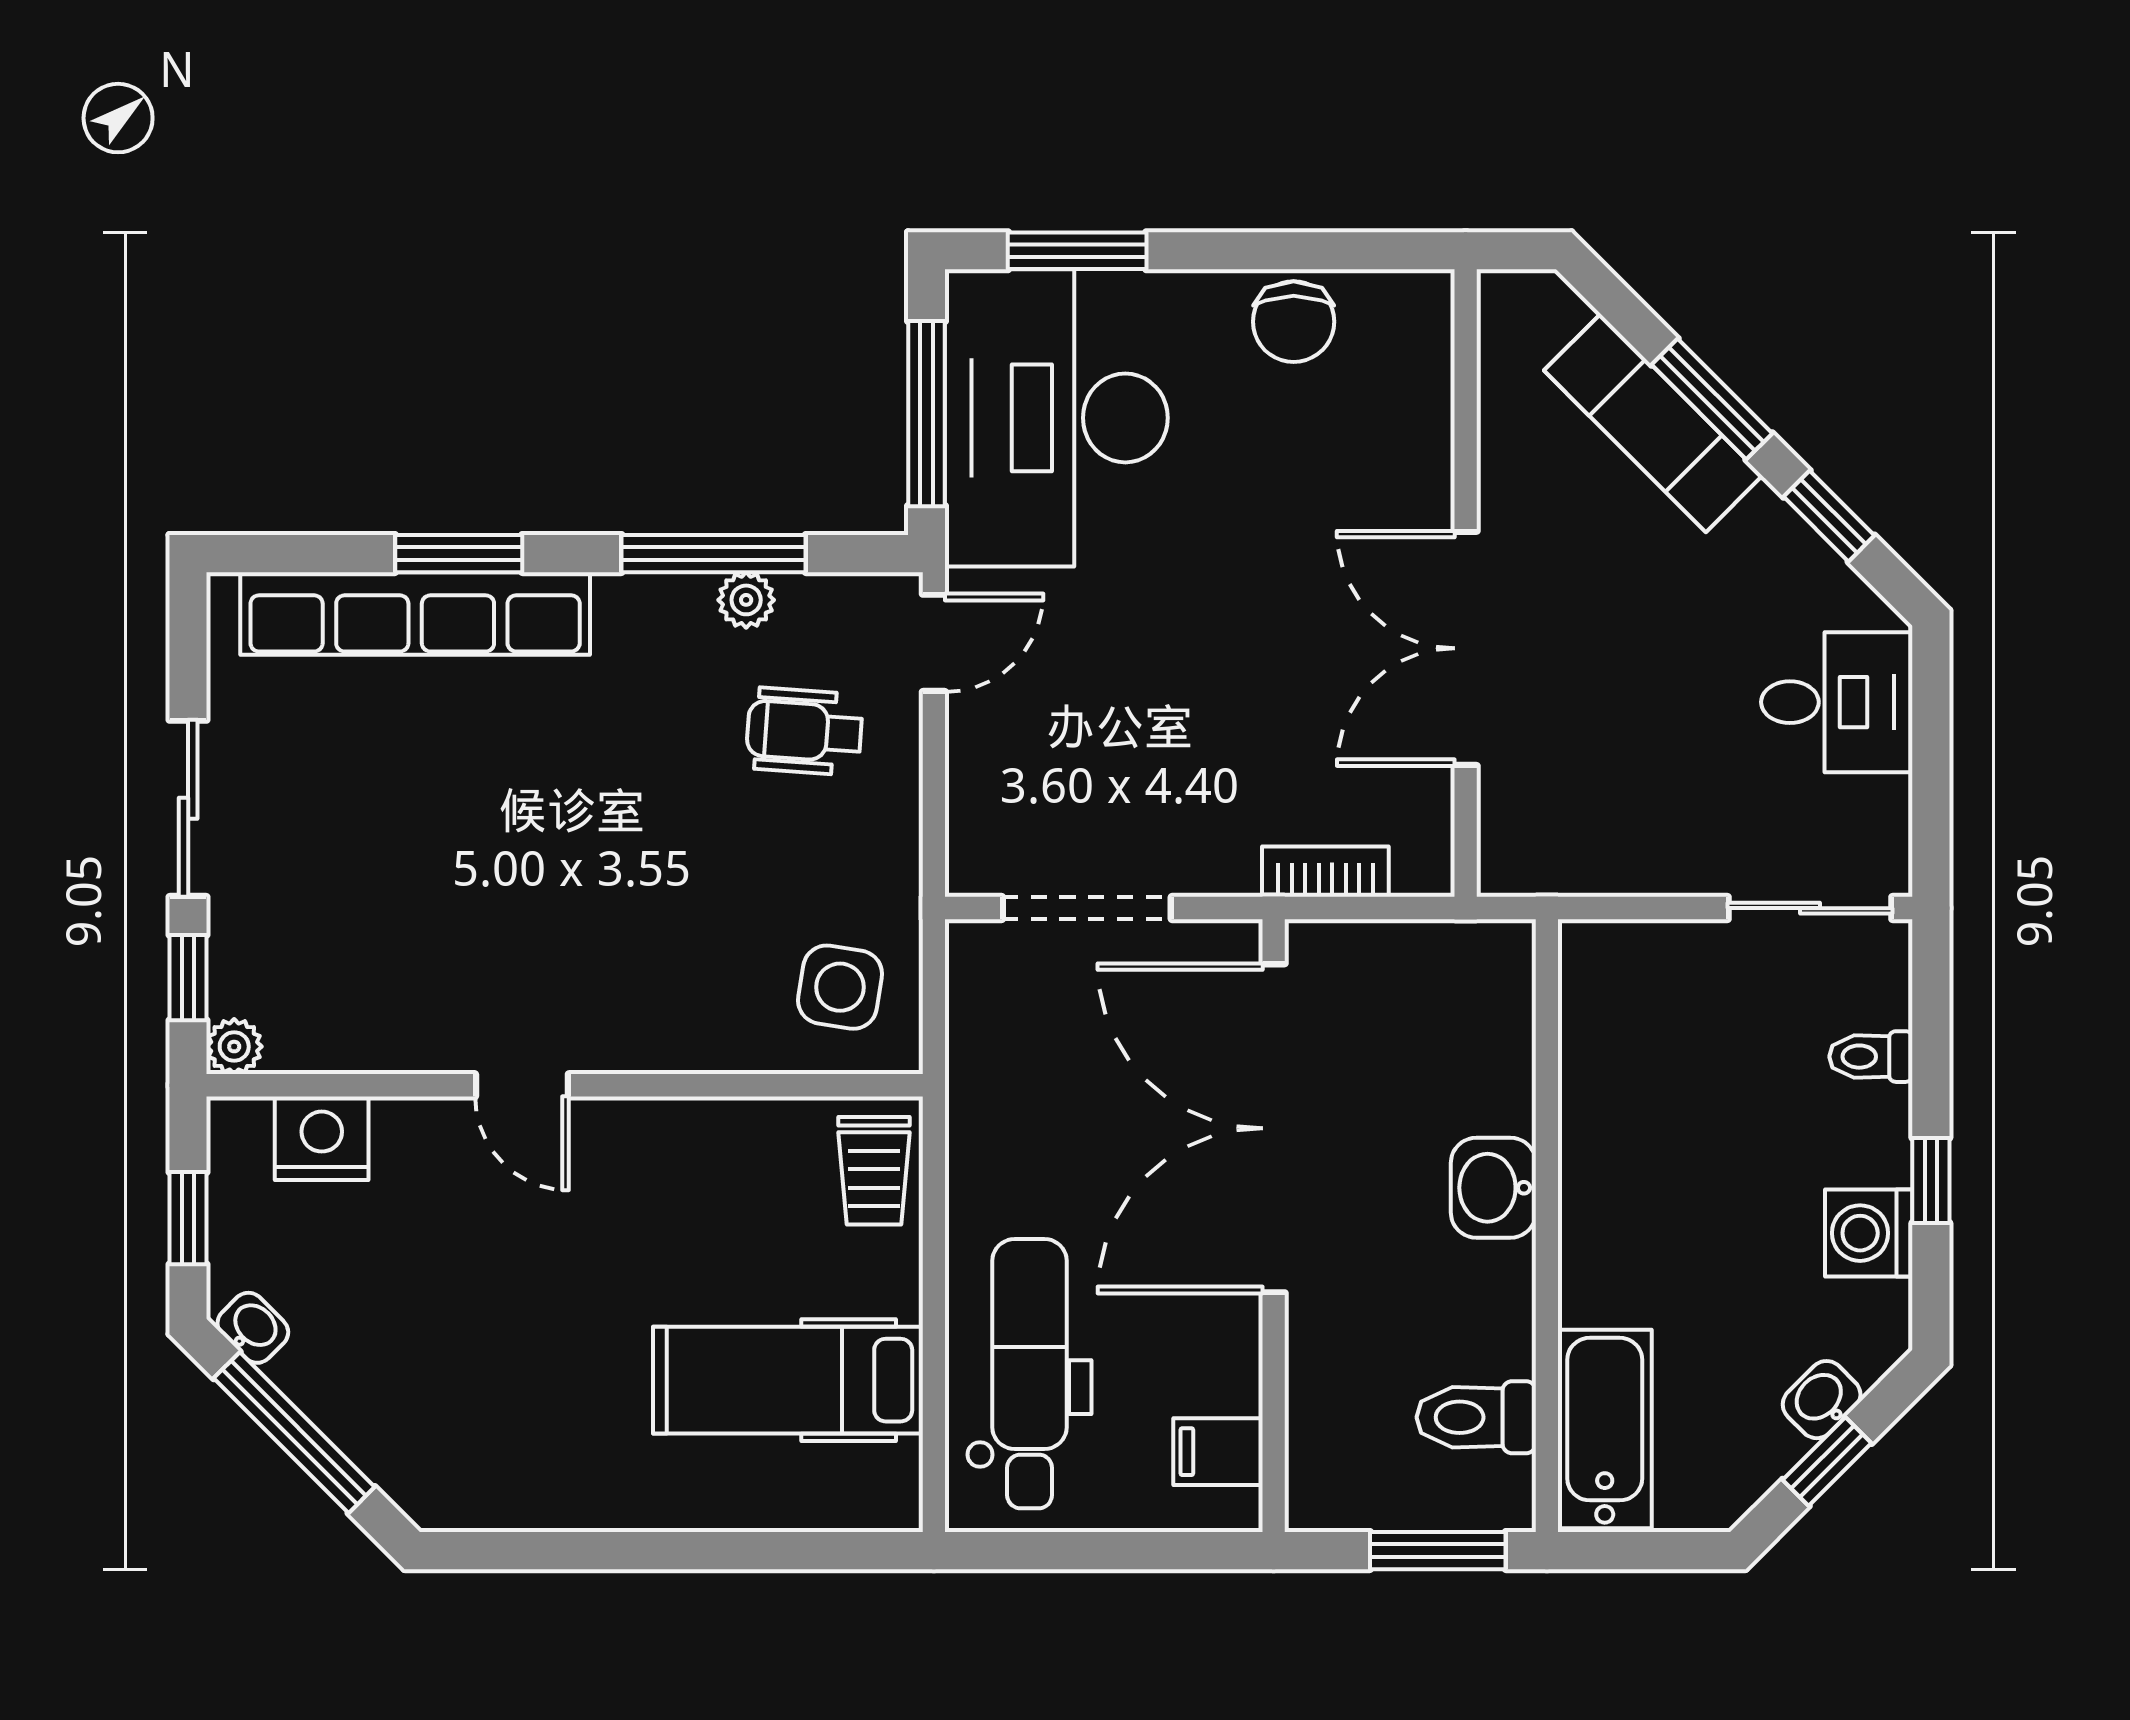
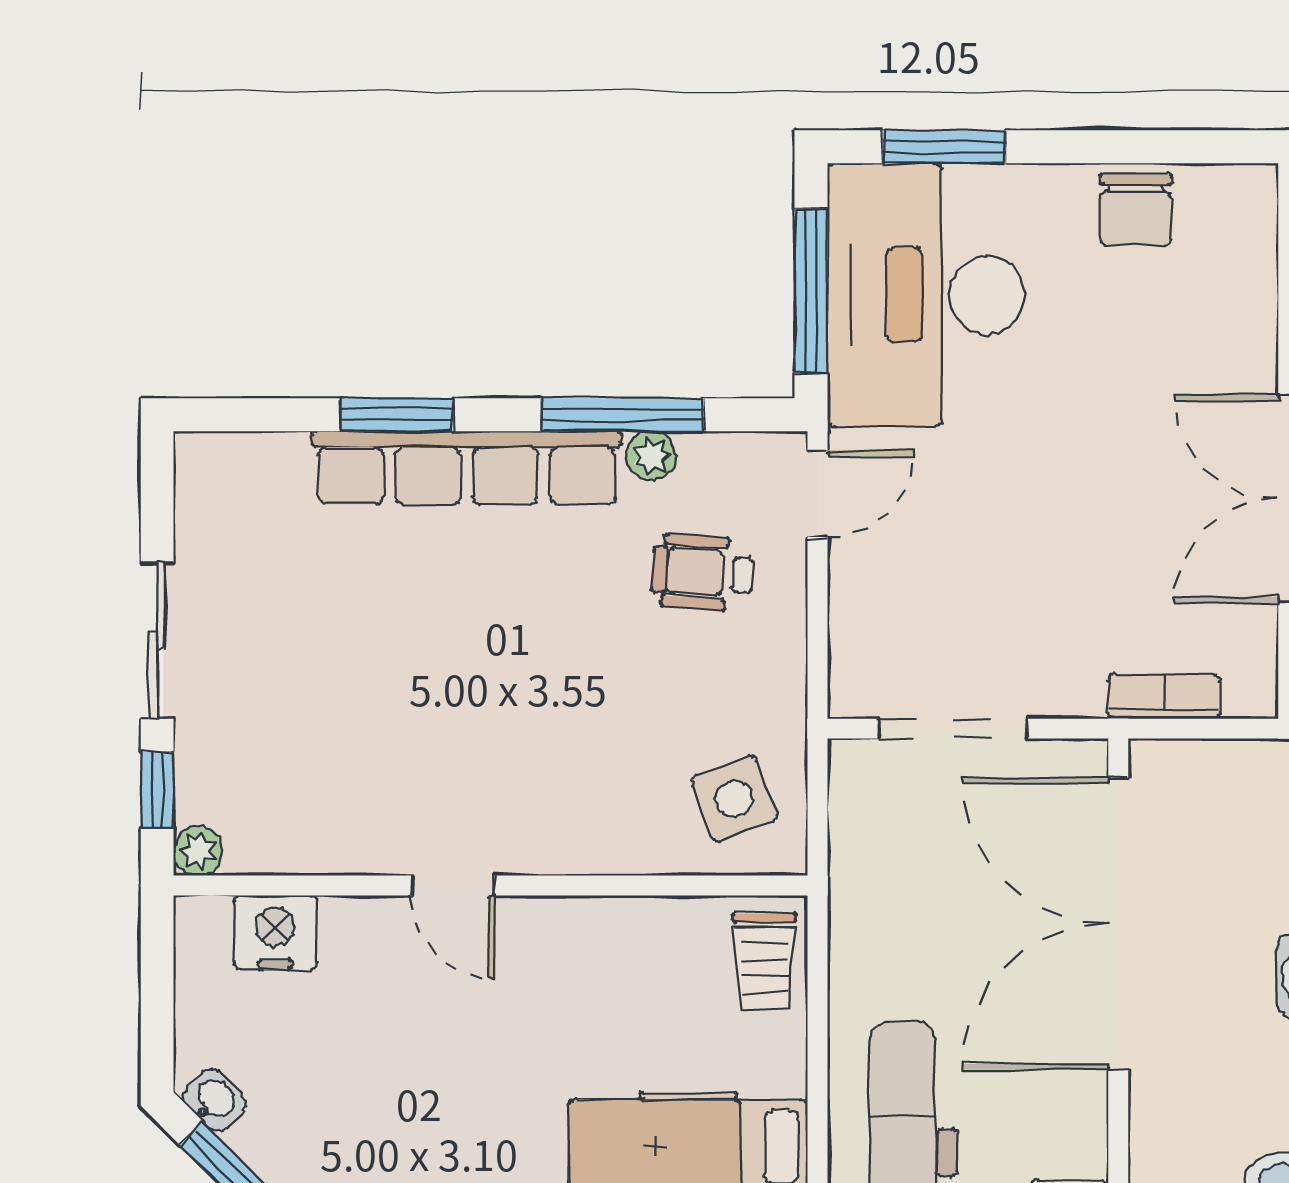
row of seats: (415, 613) -> (466, 468), moved
side table: (840, 987) -> (734, 799), turned -30
window: (188, 1218) -> (157, 1003), removed

